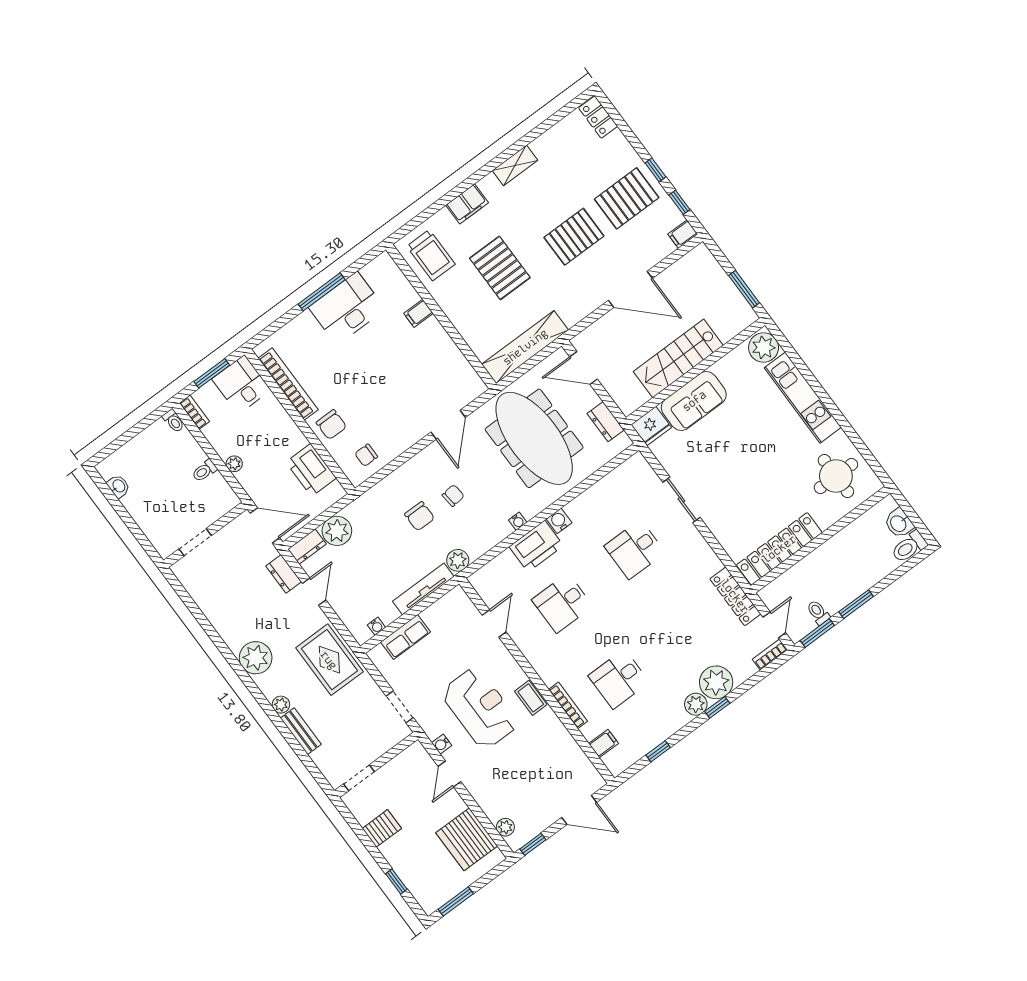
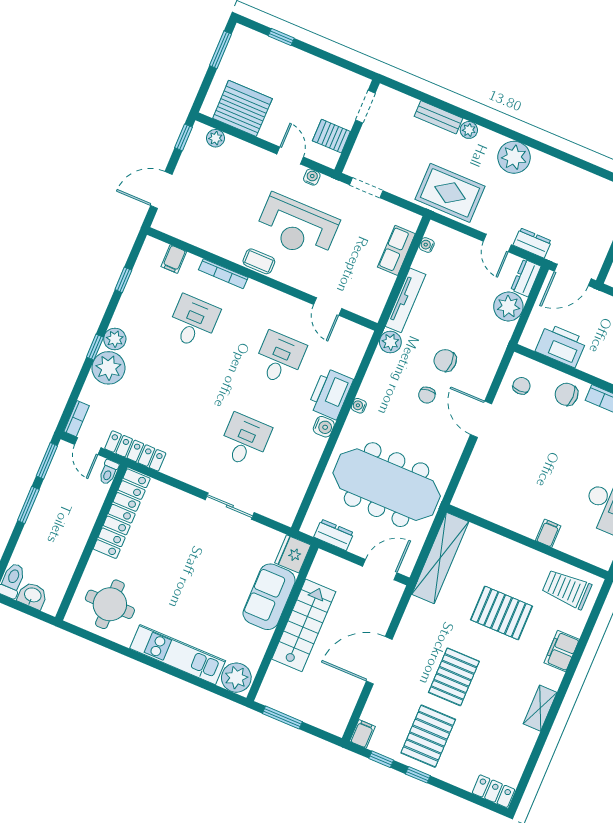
door: (448, 425) -> (481, 419), moved
toilet: (818, 612) -> (109, 472), moved, turned 90
server rack: (382, 828) -> (331, 136), moved, turned 90

